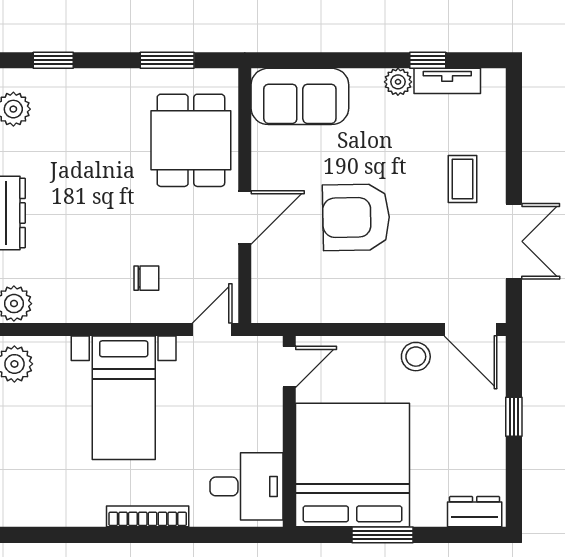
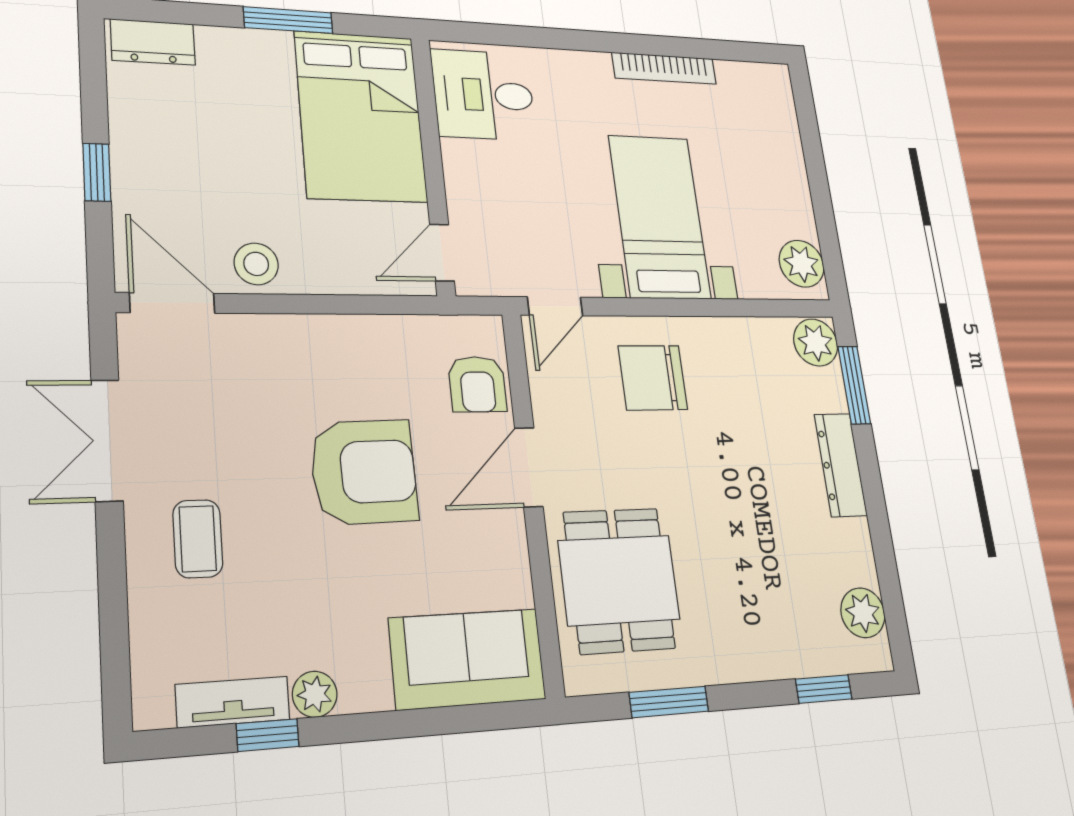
armchair: (274, 275) -> (477, 384), added
chair: (146, 278) -> (653, 378), width x1.87, depth x1.87
bed: (353, 465) -> (361, 116), width x0.73
bookcase: (148, 516) -> (664, 68), moved

